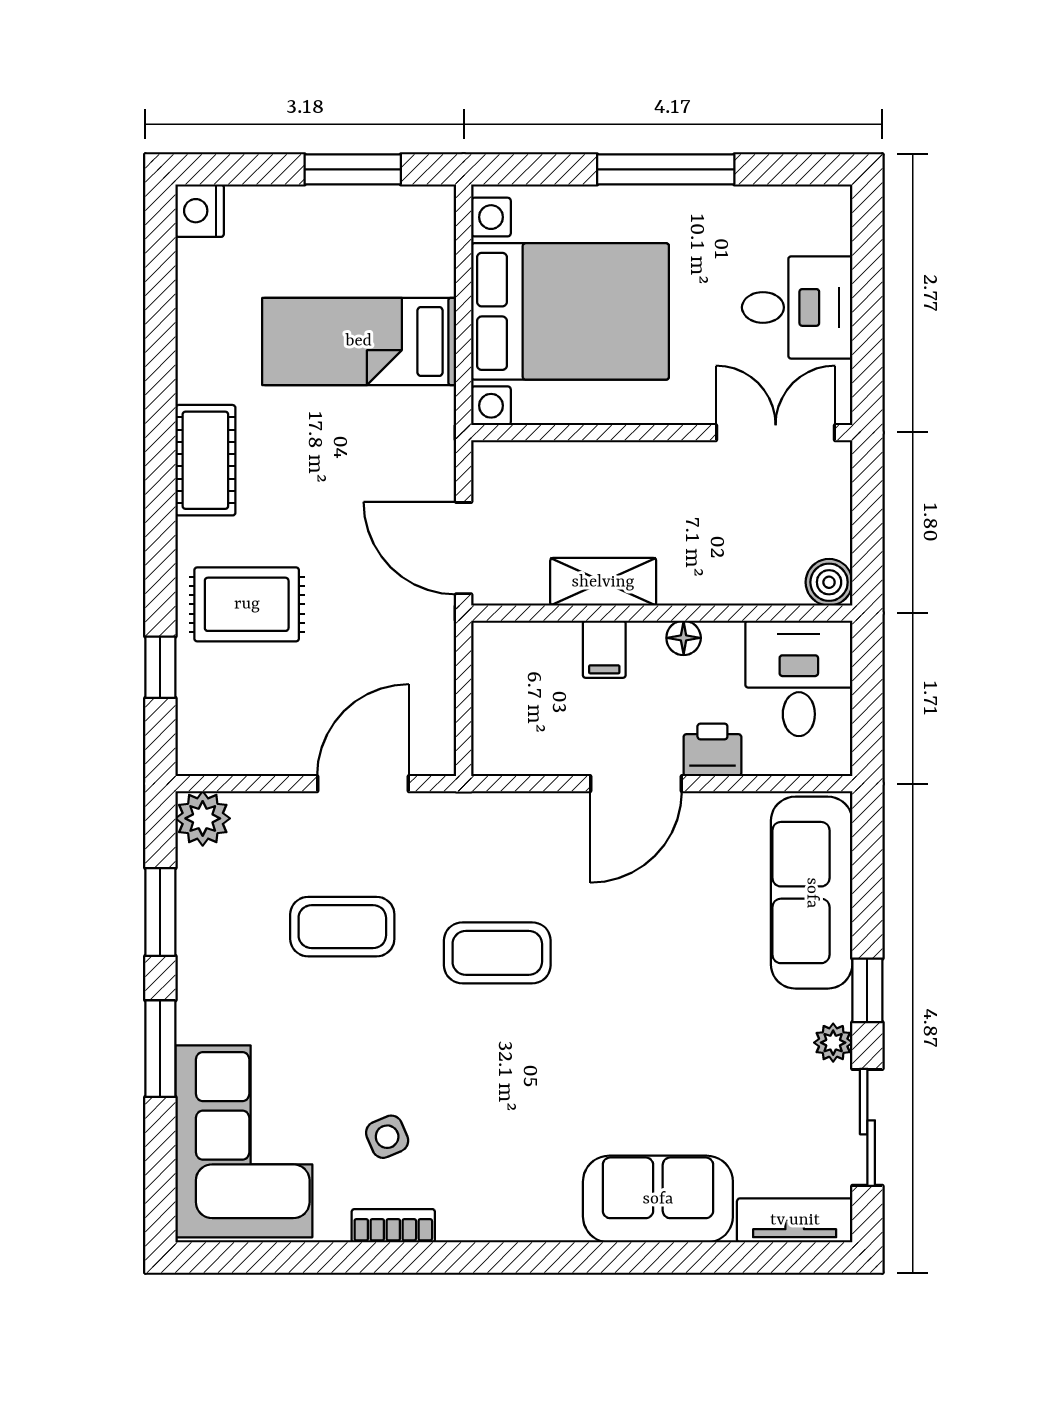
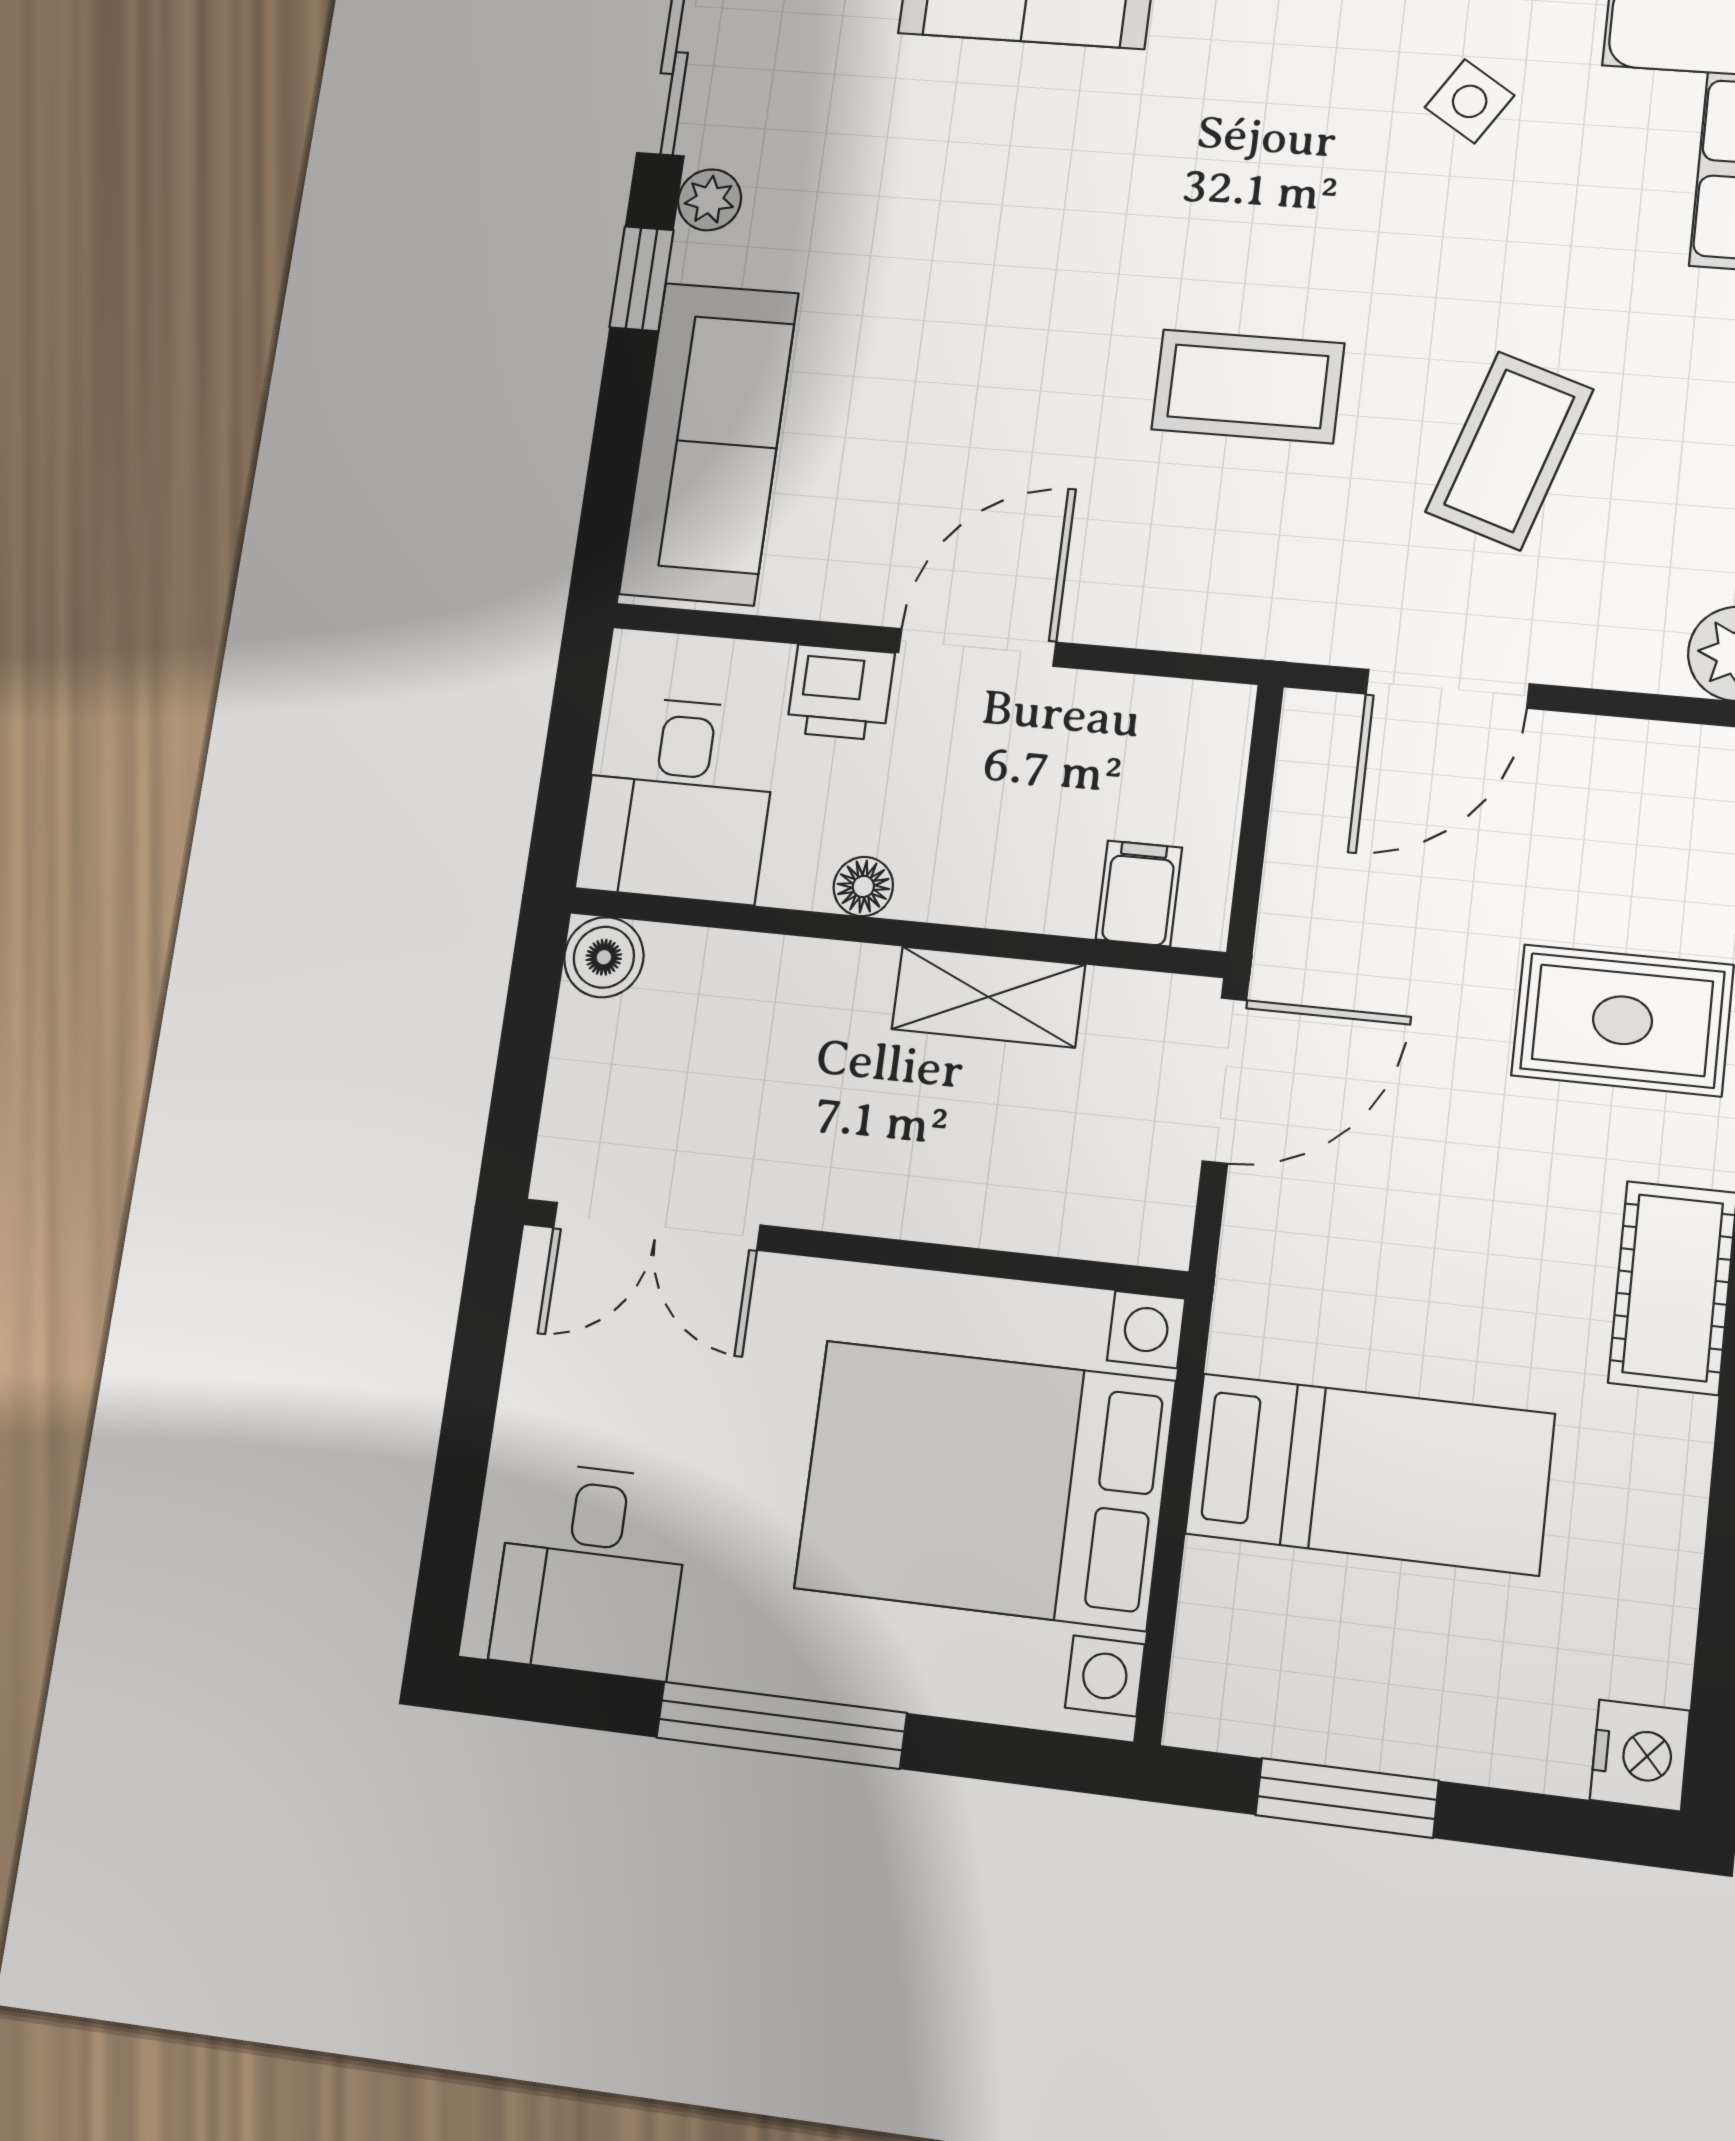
desk: (797, 307) -> (591, 1570), moved, turned -90
door: (464, 548) -> (1224, 1080), hinge flipped
filing cabinet: (604, 649) -> (1139, 893), moved
coffee table: (342, 927) -> (1509, 451), turned -72
side table: (387, 1137) -> (1470, 101), turned -34

